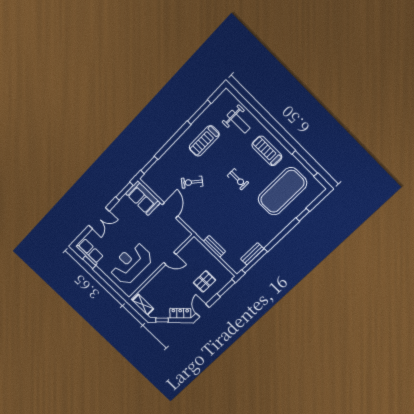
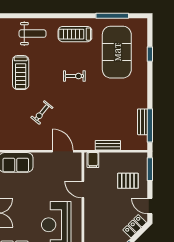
door: (170, 210) -> (63, 151), moved
filing cabinet: (195, 246) -> (93, 160), added
door: (170, 258) -> (83, 190), swing flipped
pallet: (204, 281) -> (128, 181), turned 90

